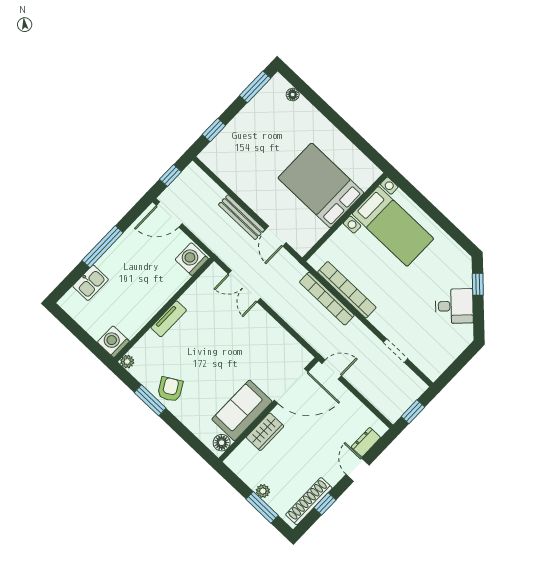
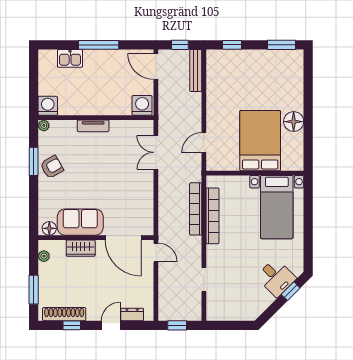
floor lamp: (293, 95) -> (294, 122), moved, width x1.89, depth x1.89
bench: (242, 217) -> (196, 71), moved
desk: (454, 306) -> (276, 277), moved
plant: (263, 491) -> (44, 256), moved

